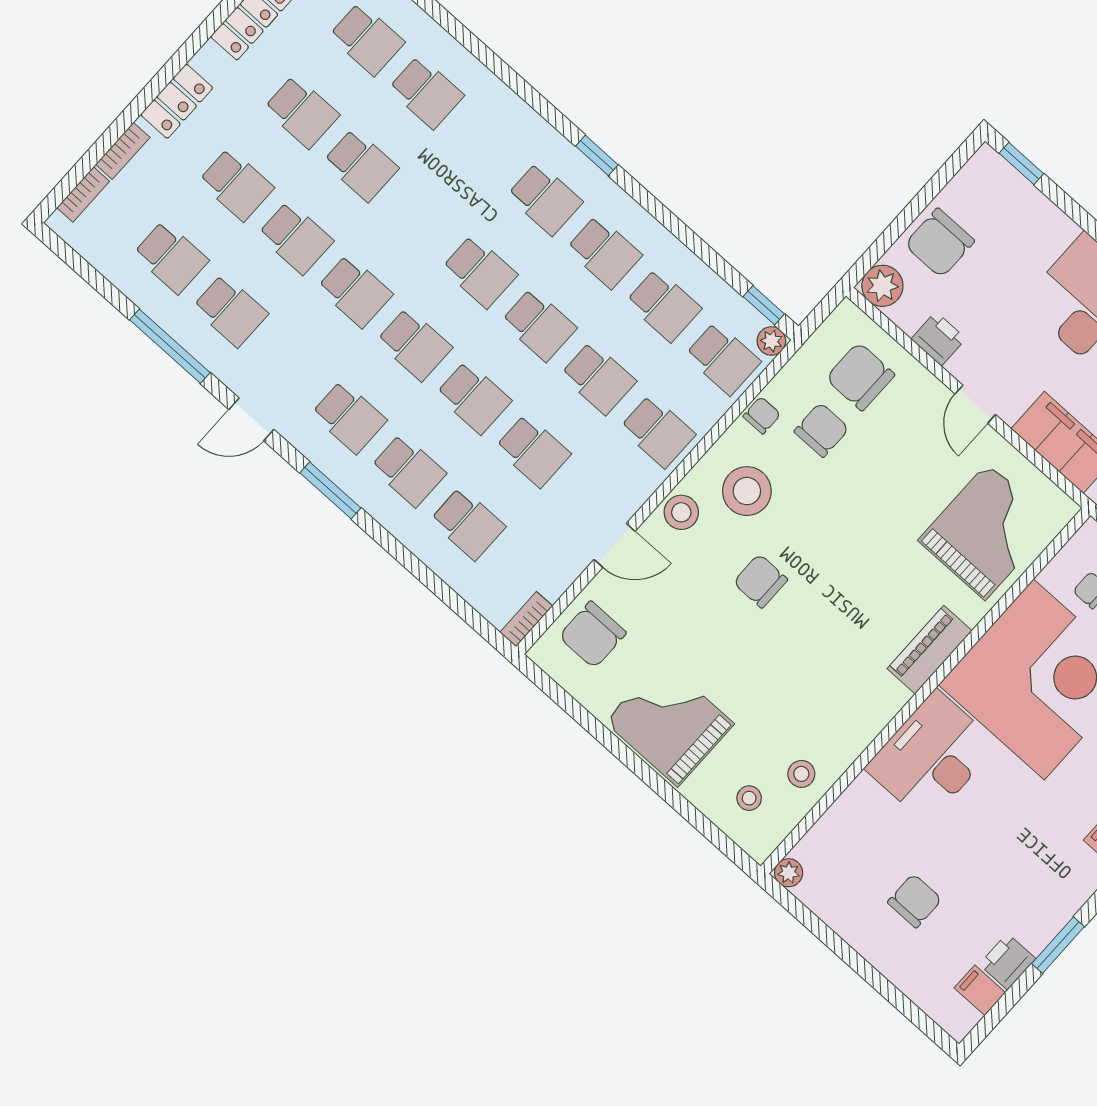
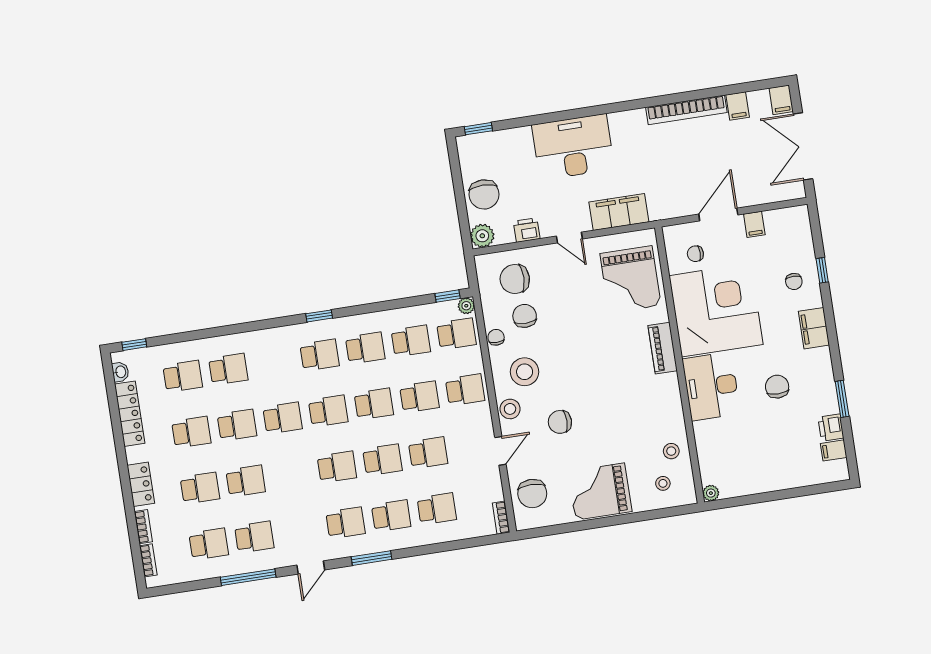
school desk: (355, 291) -> (283, 418), moved
grand piano: (986, 532) -> (630, 279), turned 180
chair: (760, 581) -> (560, 422), moved
chair: (915, 901) -> (777, 387), moved

